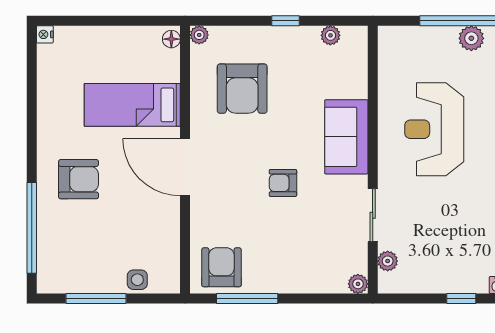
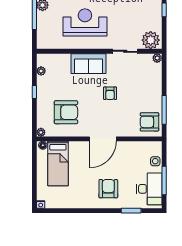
bed: (132, 105) -> (58, 164), moved
reception desk: (434, 129) -> (85, 22), turned 180
window: (32, 228) -> (131, 211), width x0.47
plant: (388, 261) -> (151, 40), width x1.87, depth x1.87
desk: (78, 267) -> (149, 189), added

